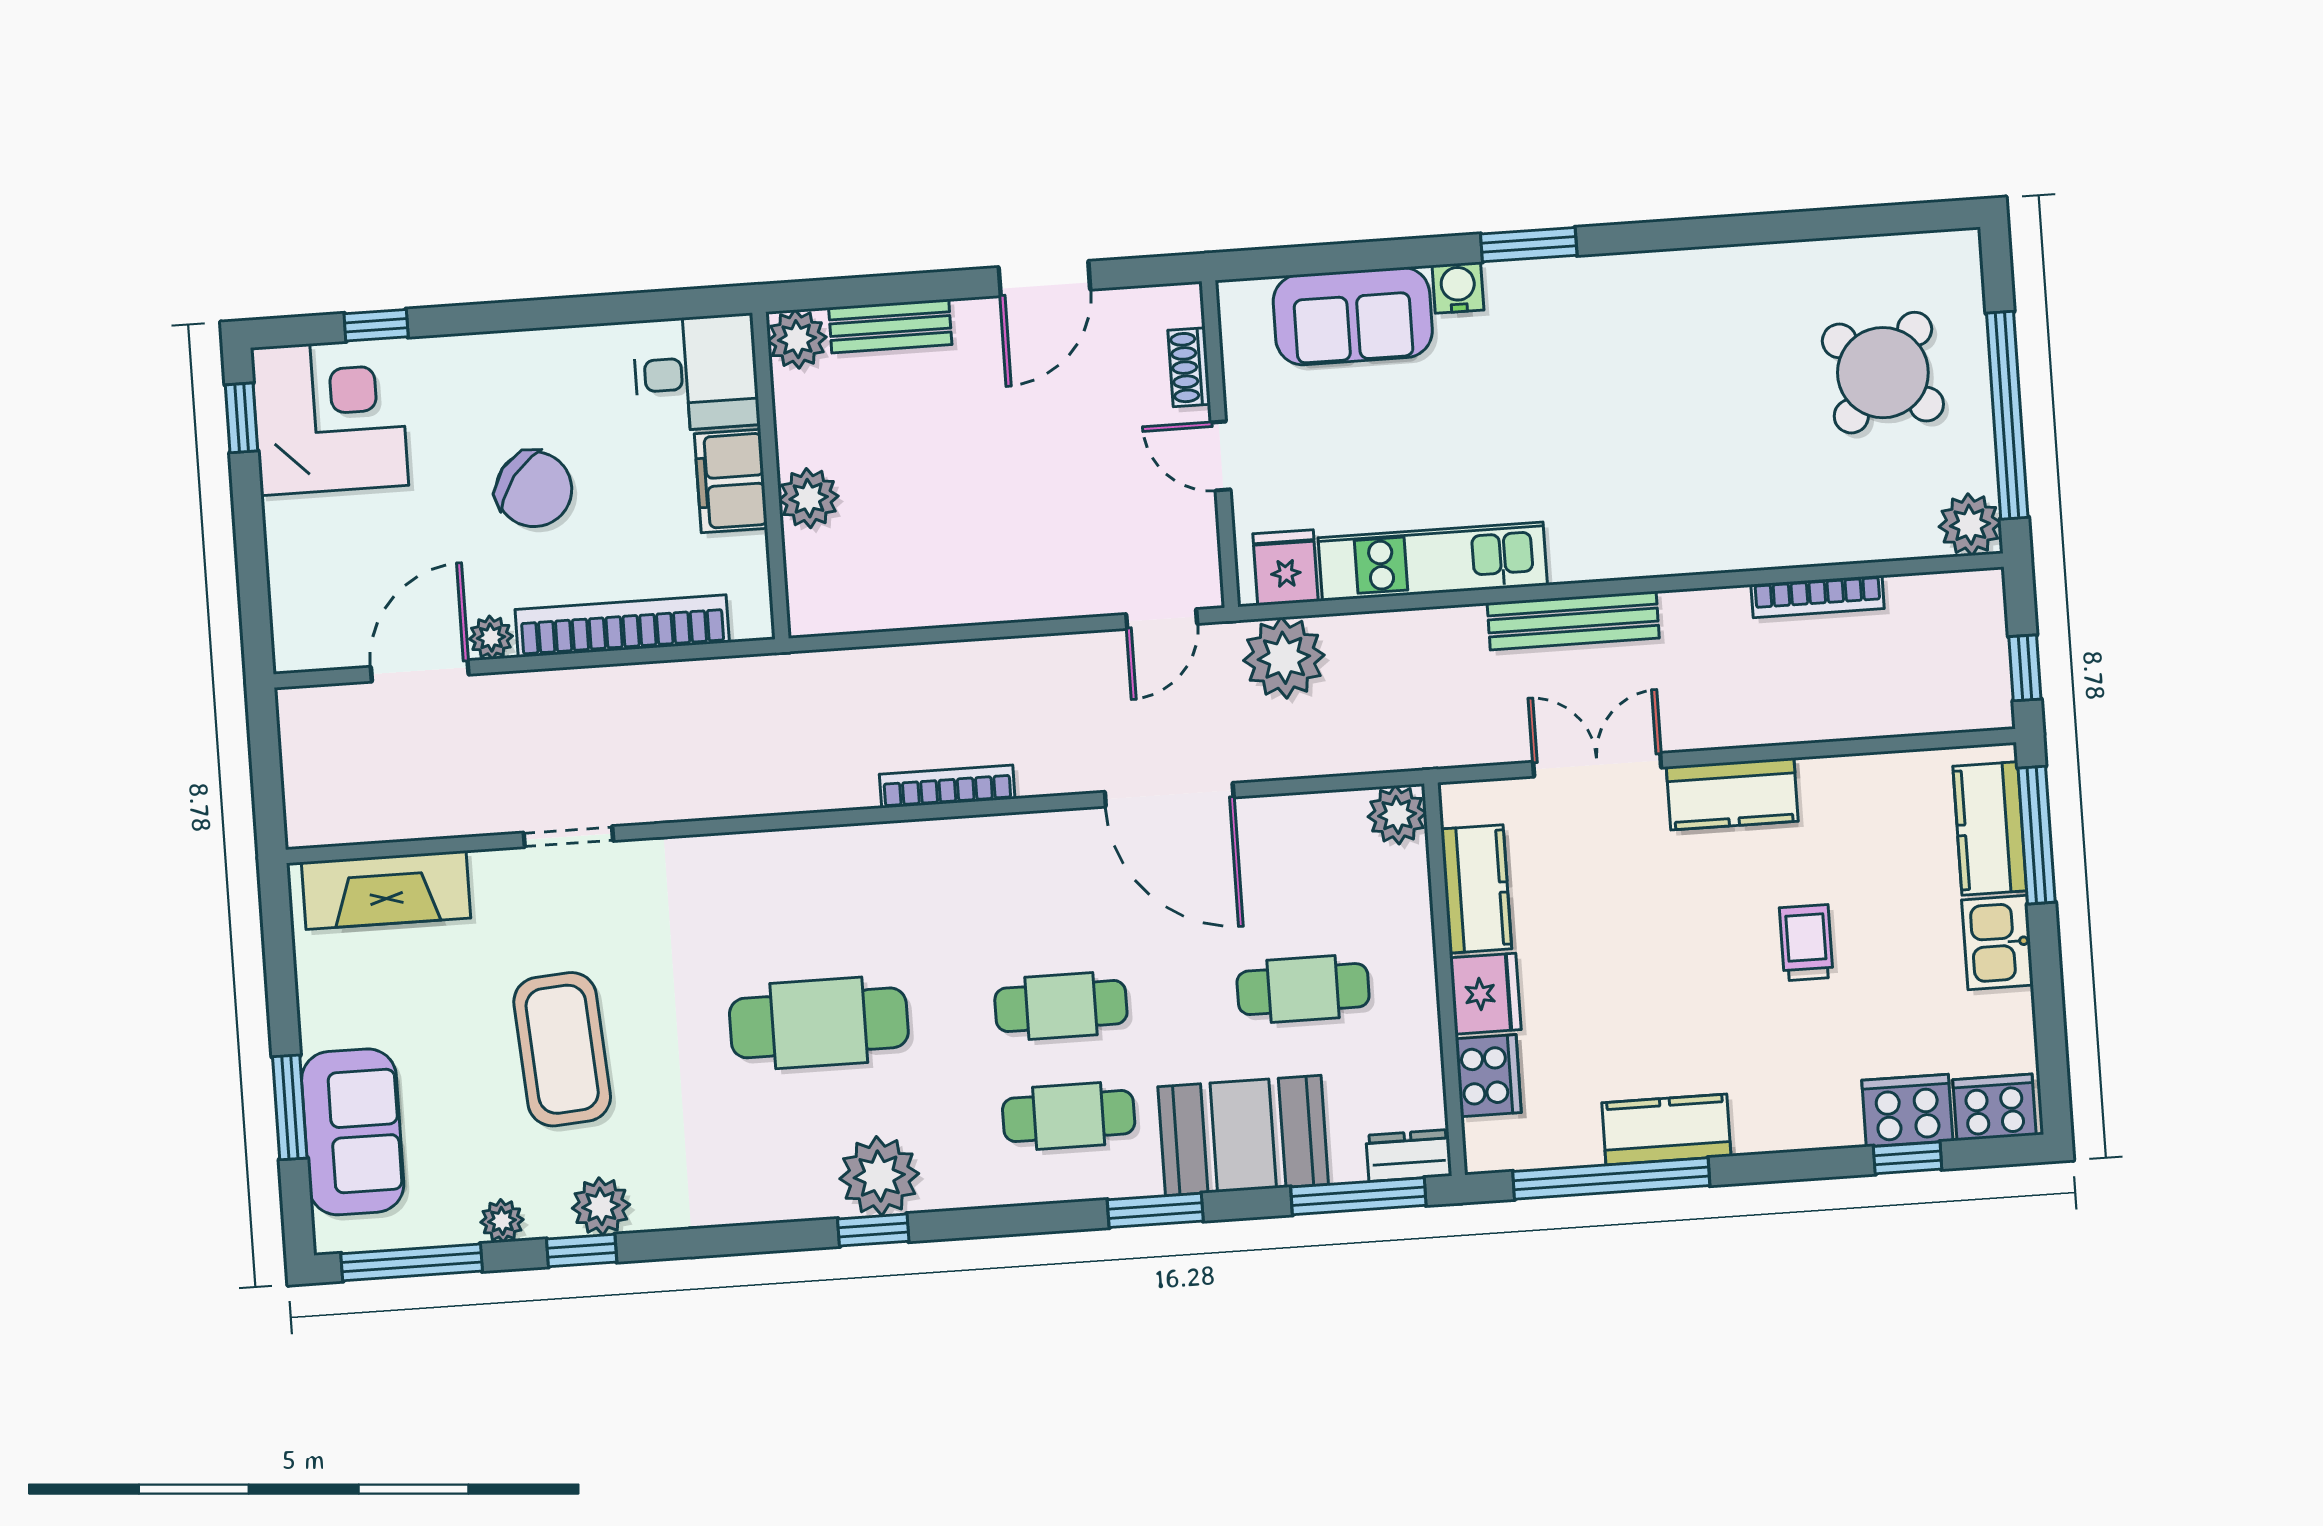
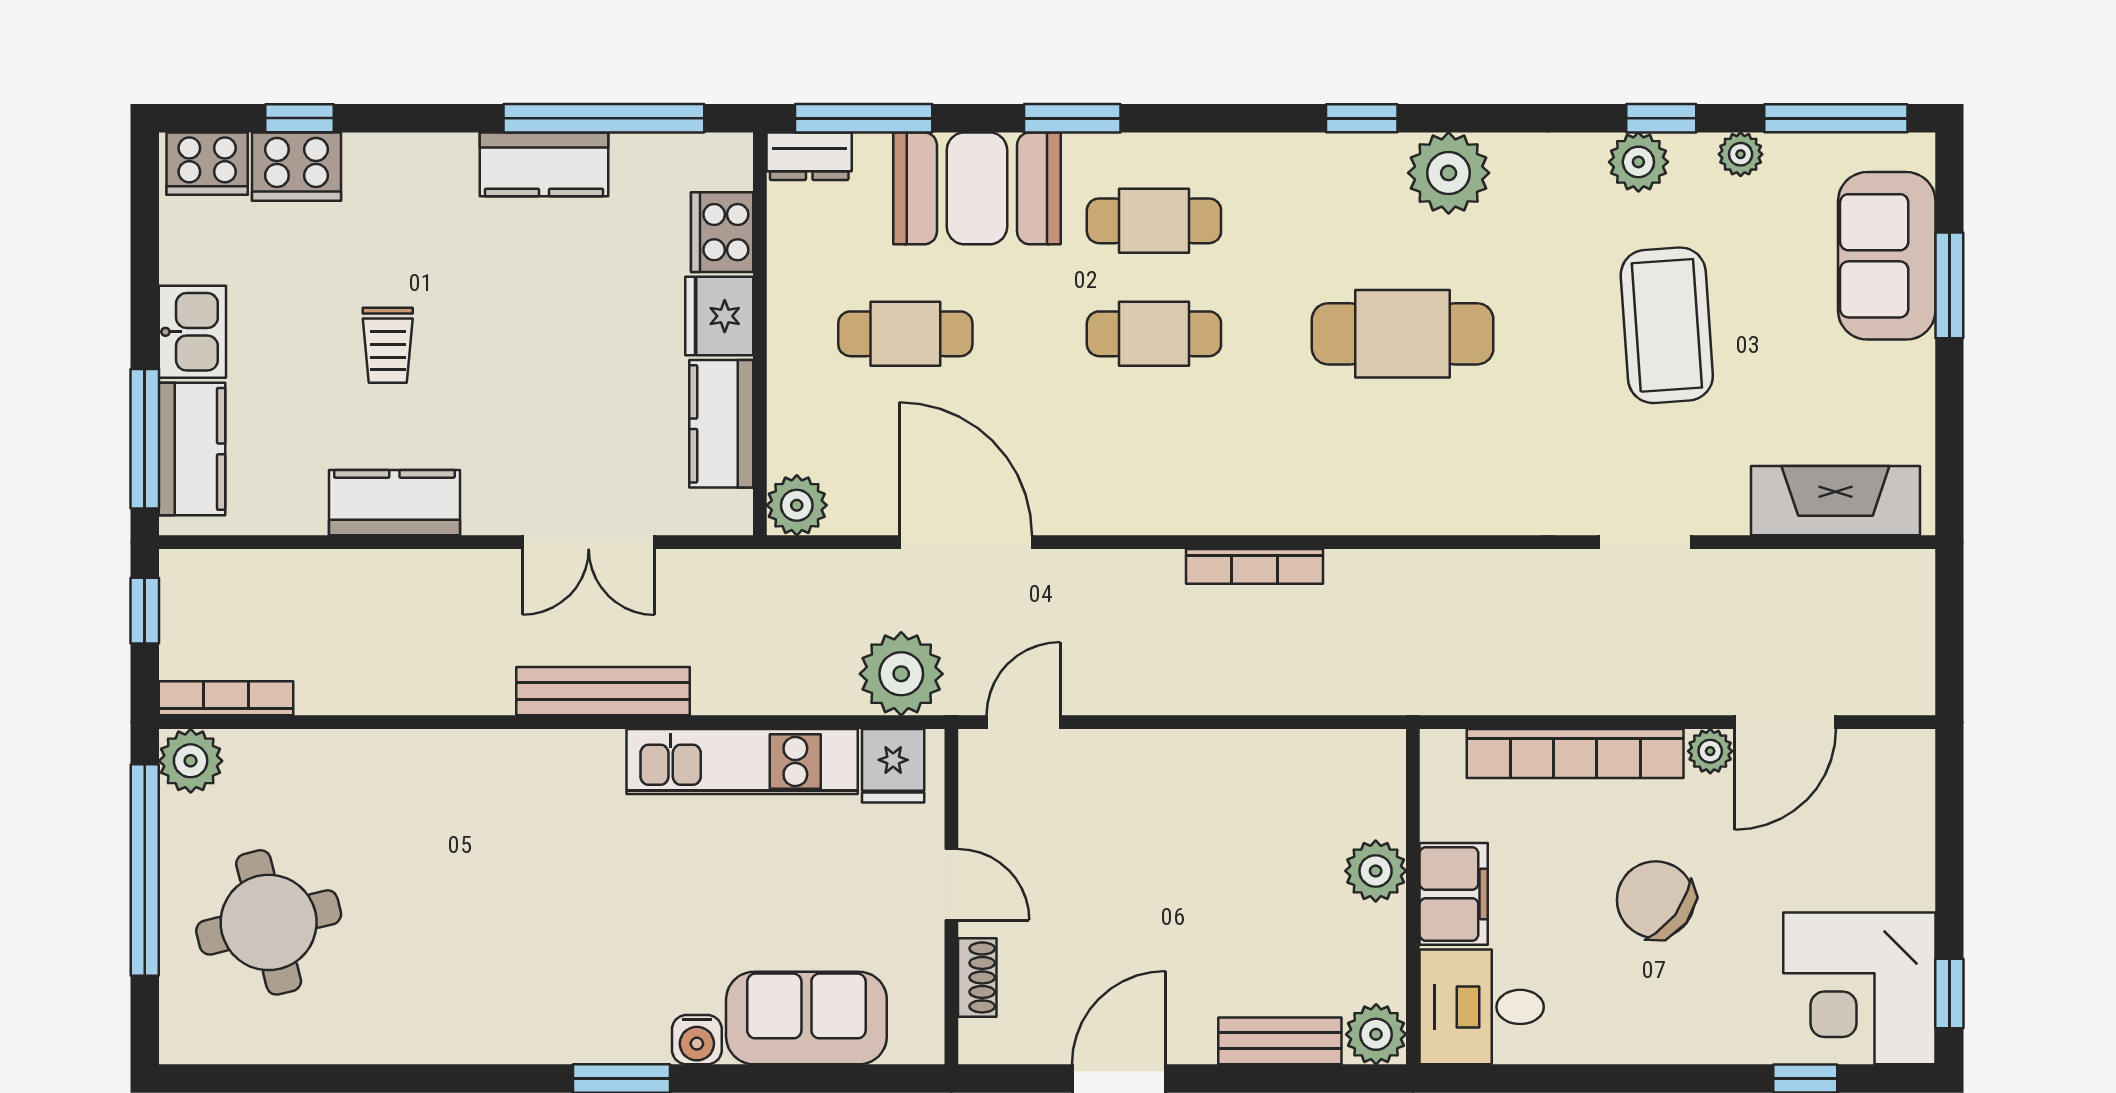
round table: (1883, 373) -> (269, 922), turned 36
bookcase: (1818, 597) -> (226, 698), moved
kitchen counter: (1732, 794) -> (394, 503), moved
door: (1169, 795) -> (966, 542), moved
plant: (879, 1176) -> (1449, 173), moved

